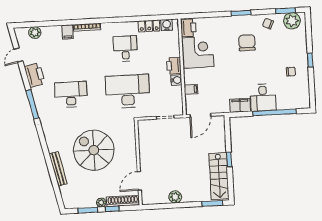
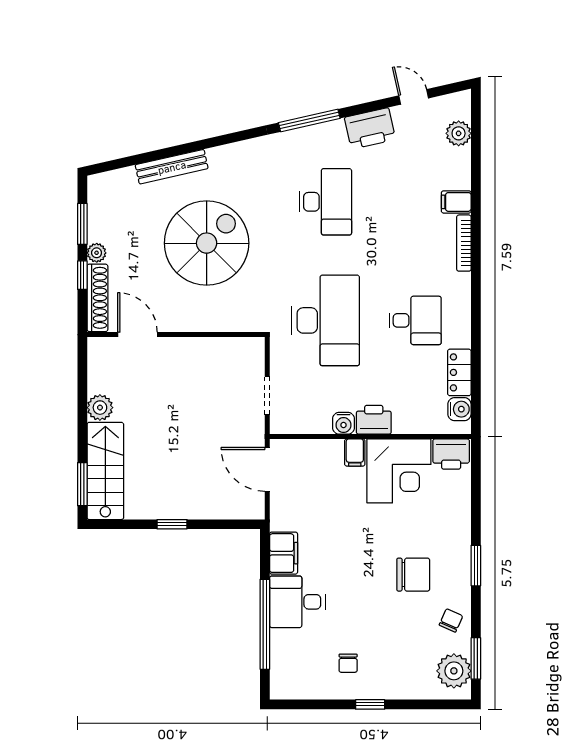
filing cabinet: (191, 89) -> (355, 452), moved
stairs: (219, 176) -> (105, 471), moved, turned 90

